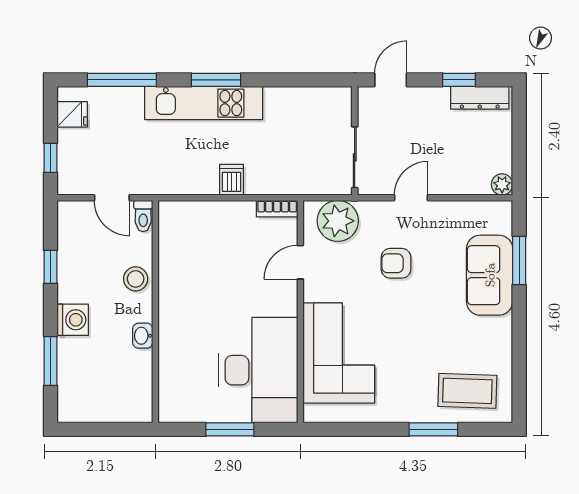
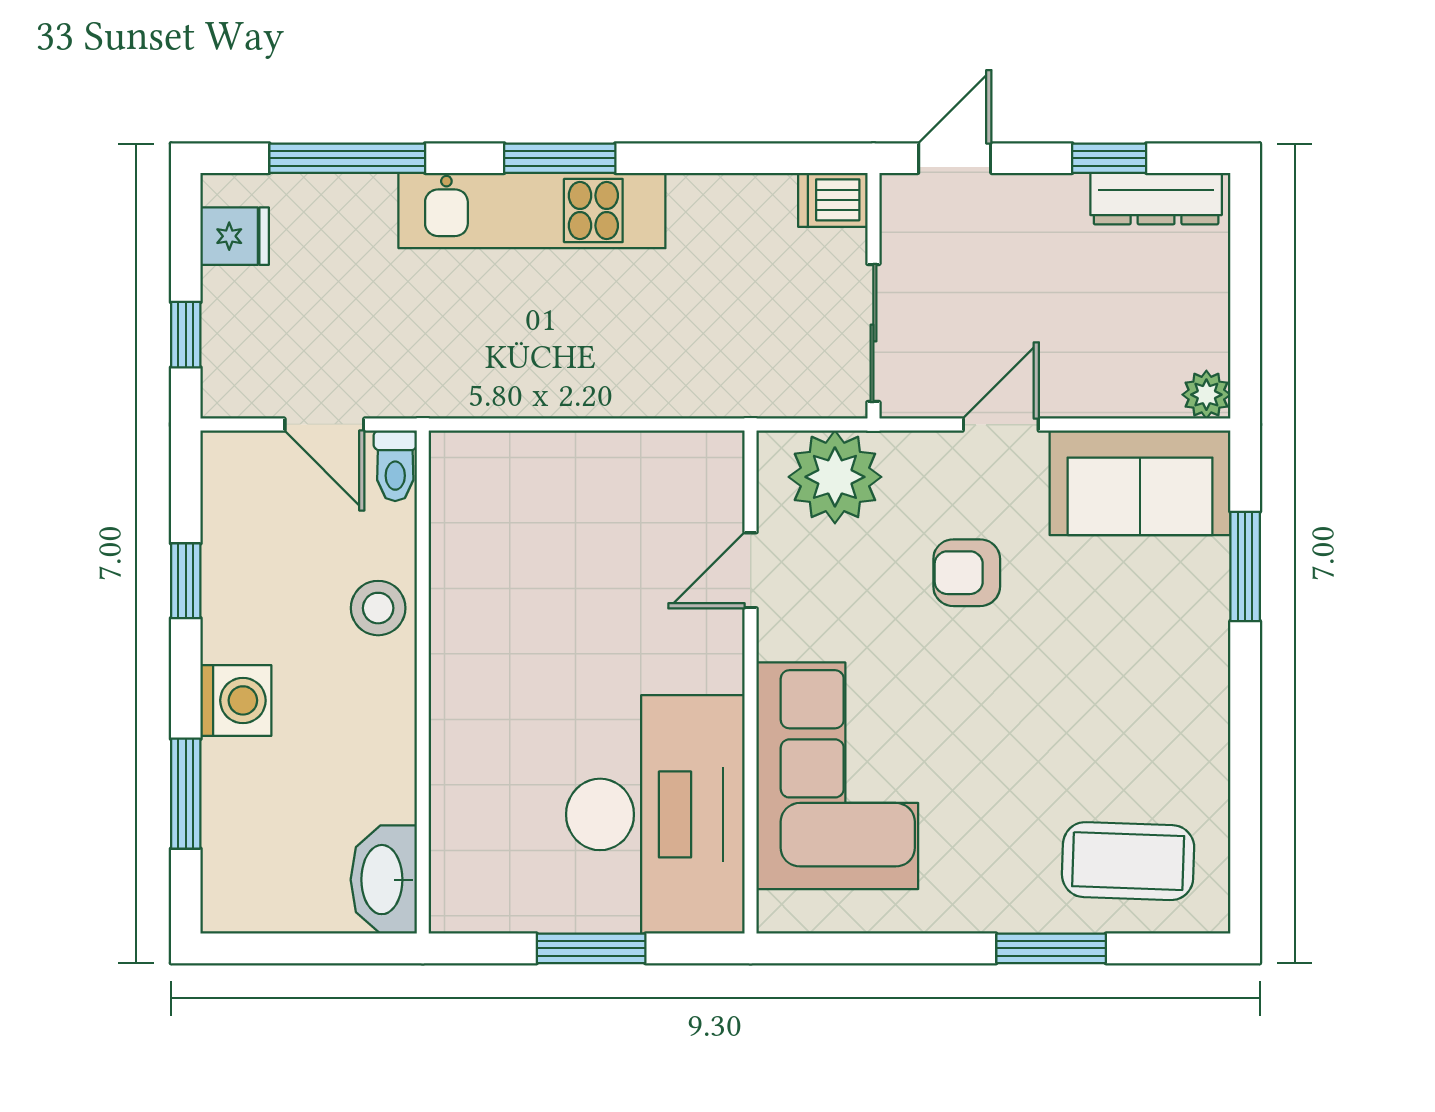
dishwasher: (232, 180) -> (833, 200), moved, turned -90
bookcase: (277, 209) -> (698, 449), removed
sofa: (490, 275) -> (1140, 483), moved, turned -90
washbasin: (143, 336) -> (384, 880), moved, width x1.91, depth x1.45

